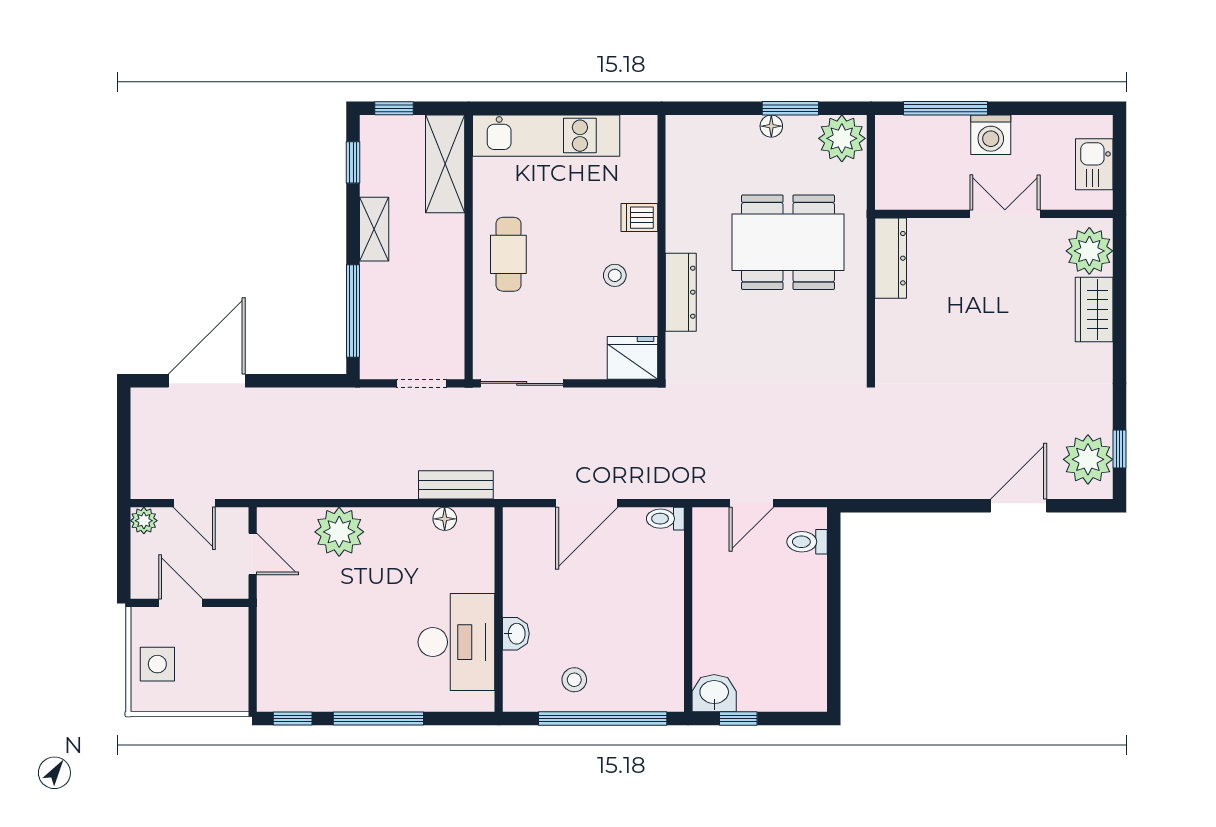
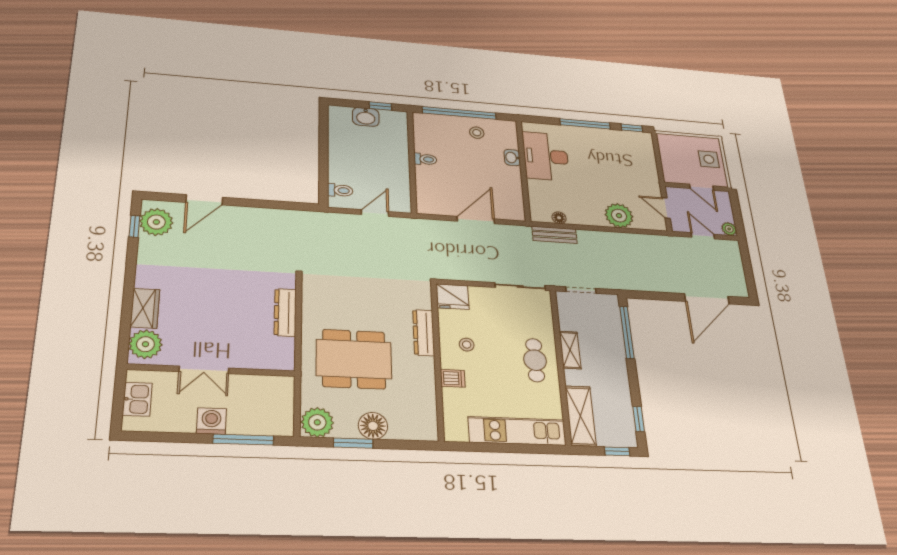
floor lamp: (771, 126) -> (373, 426), width x1.89, depth x1.89
shelving: (374, 229) -> (570, 350), moved
dresser: (891, 258) -> (285, 312), moved
toilet: (665, 519) -> (425, 159), moved
washbasin: (714, 693) -> (366, 117), moved

